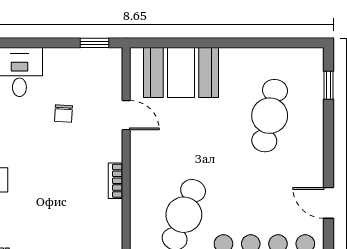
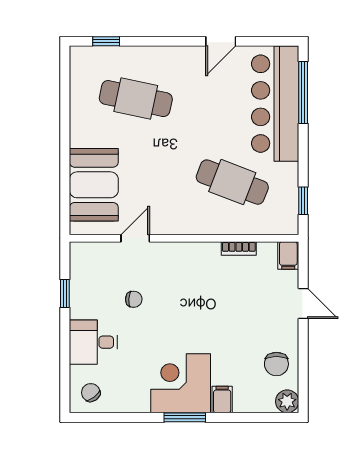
window: (95, 43) -> (65, 294), moved
bookcase: (116, 181) -> (239, 249), moved

